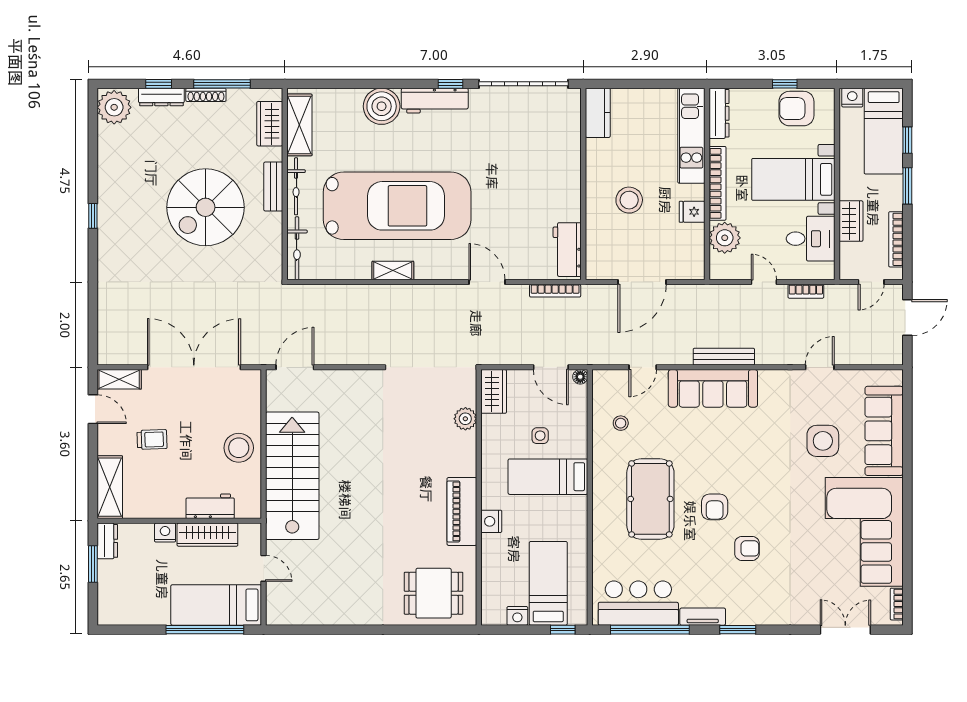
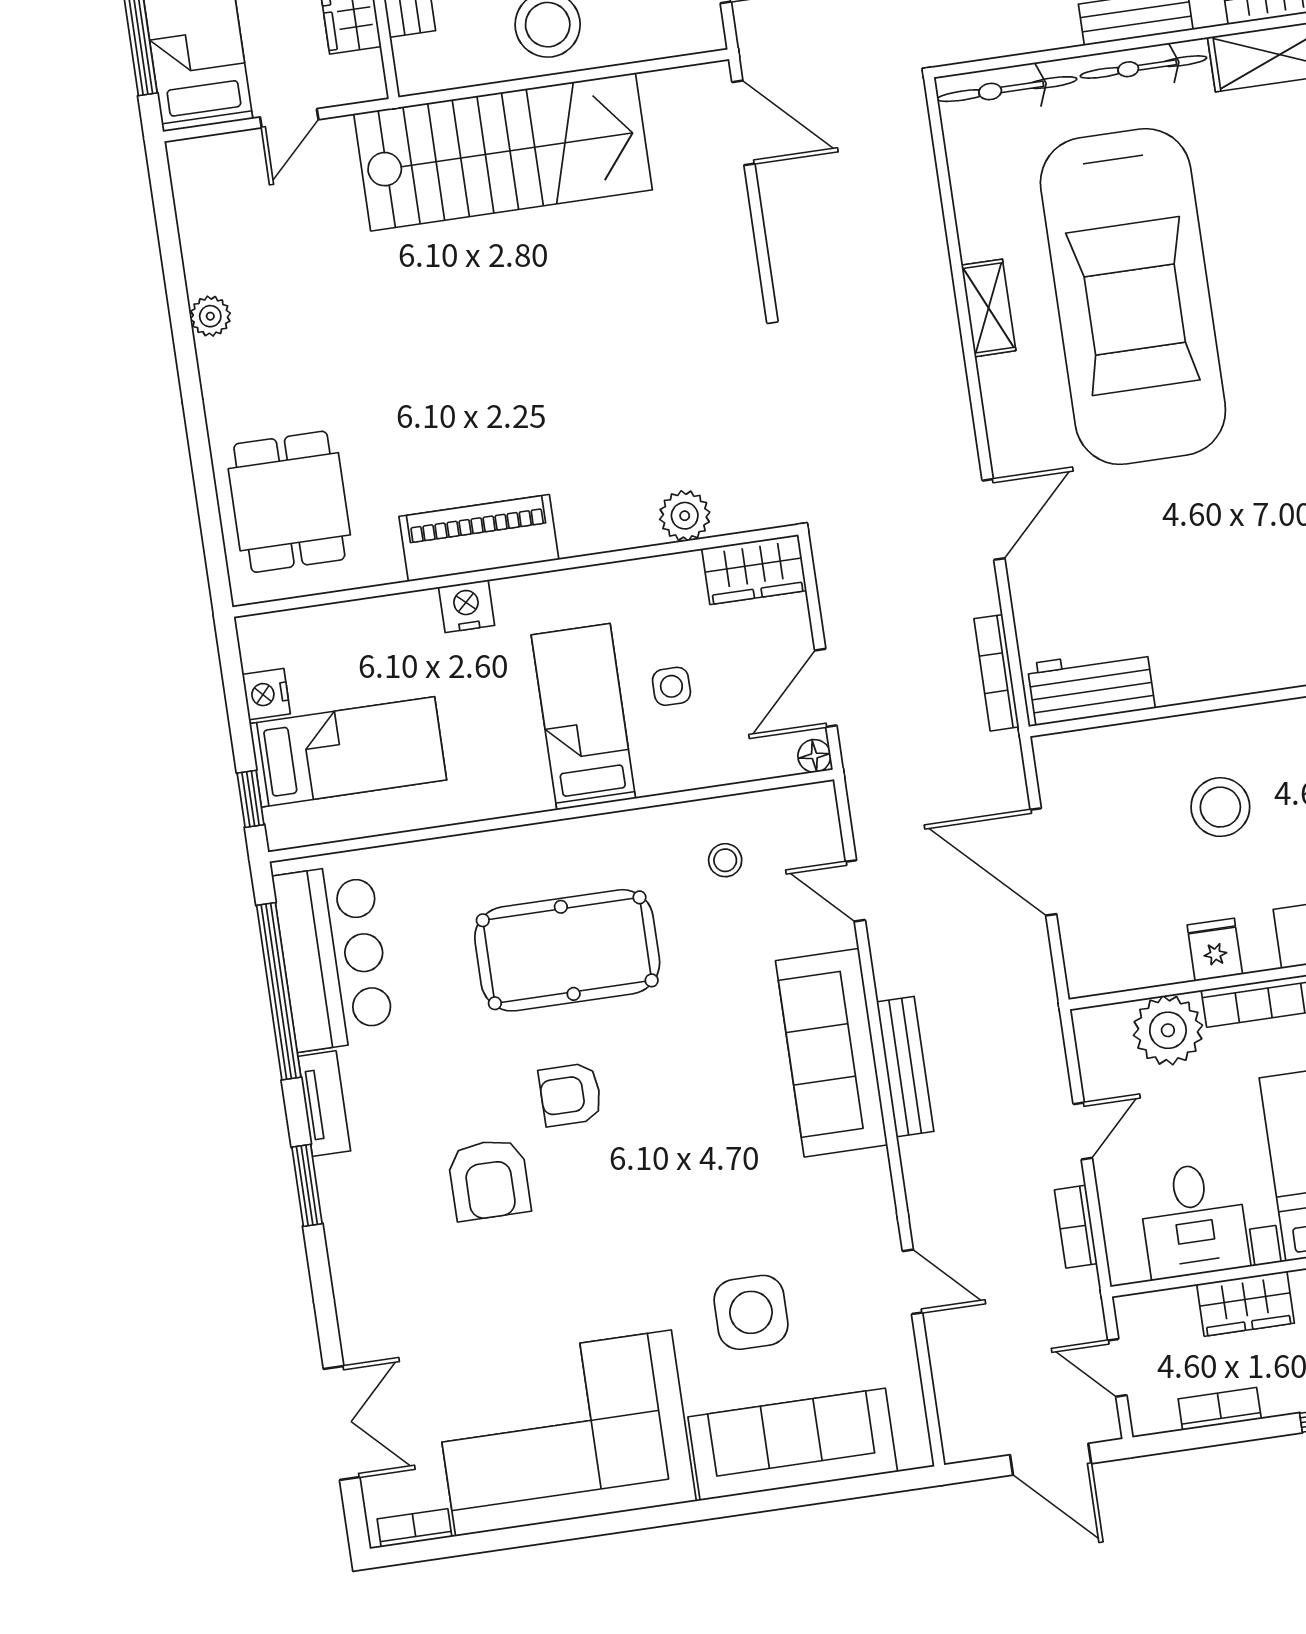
bookcase: (896, 239) -> (1220, 1409), width x0.64
armchair: (747, 548) -> (489, 1180), width x1.38, depth x1.38
plant: (346, 616) -> (210, 316), added

